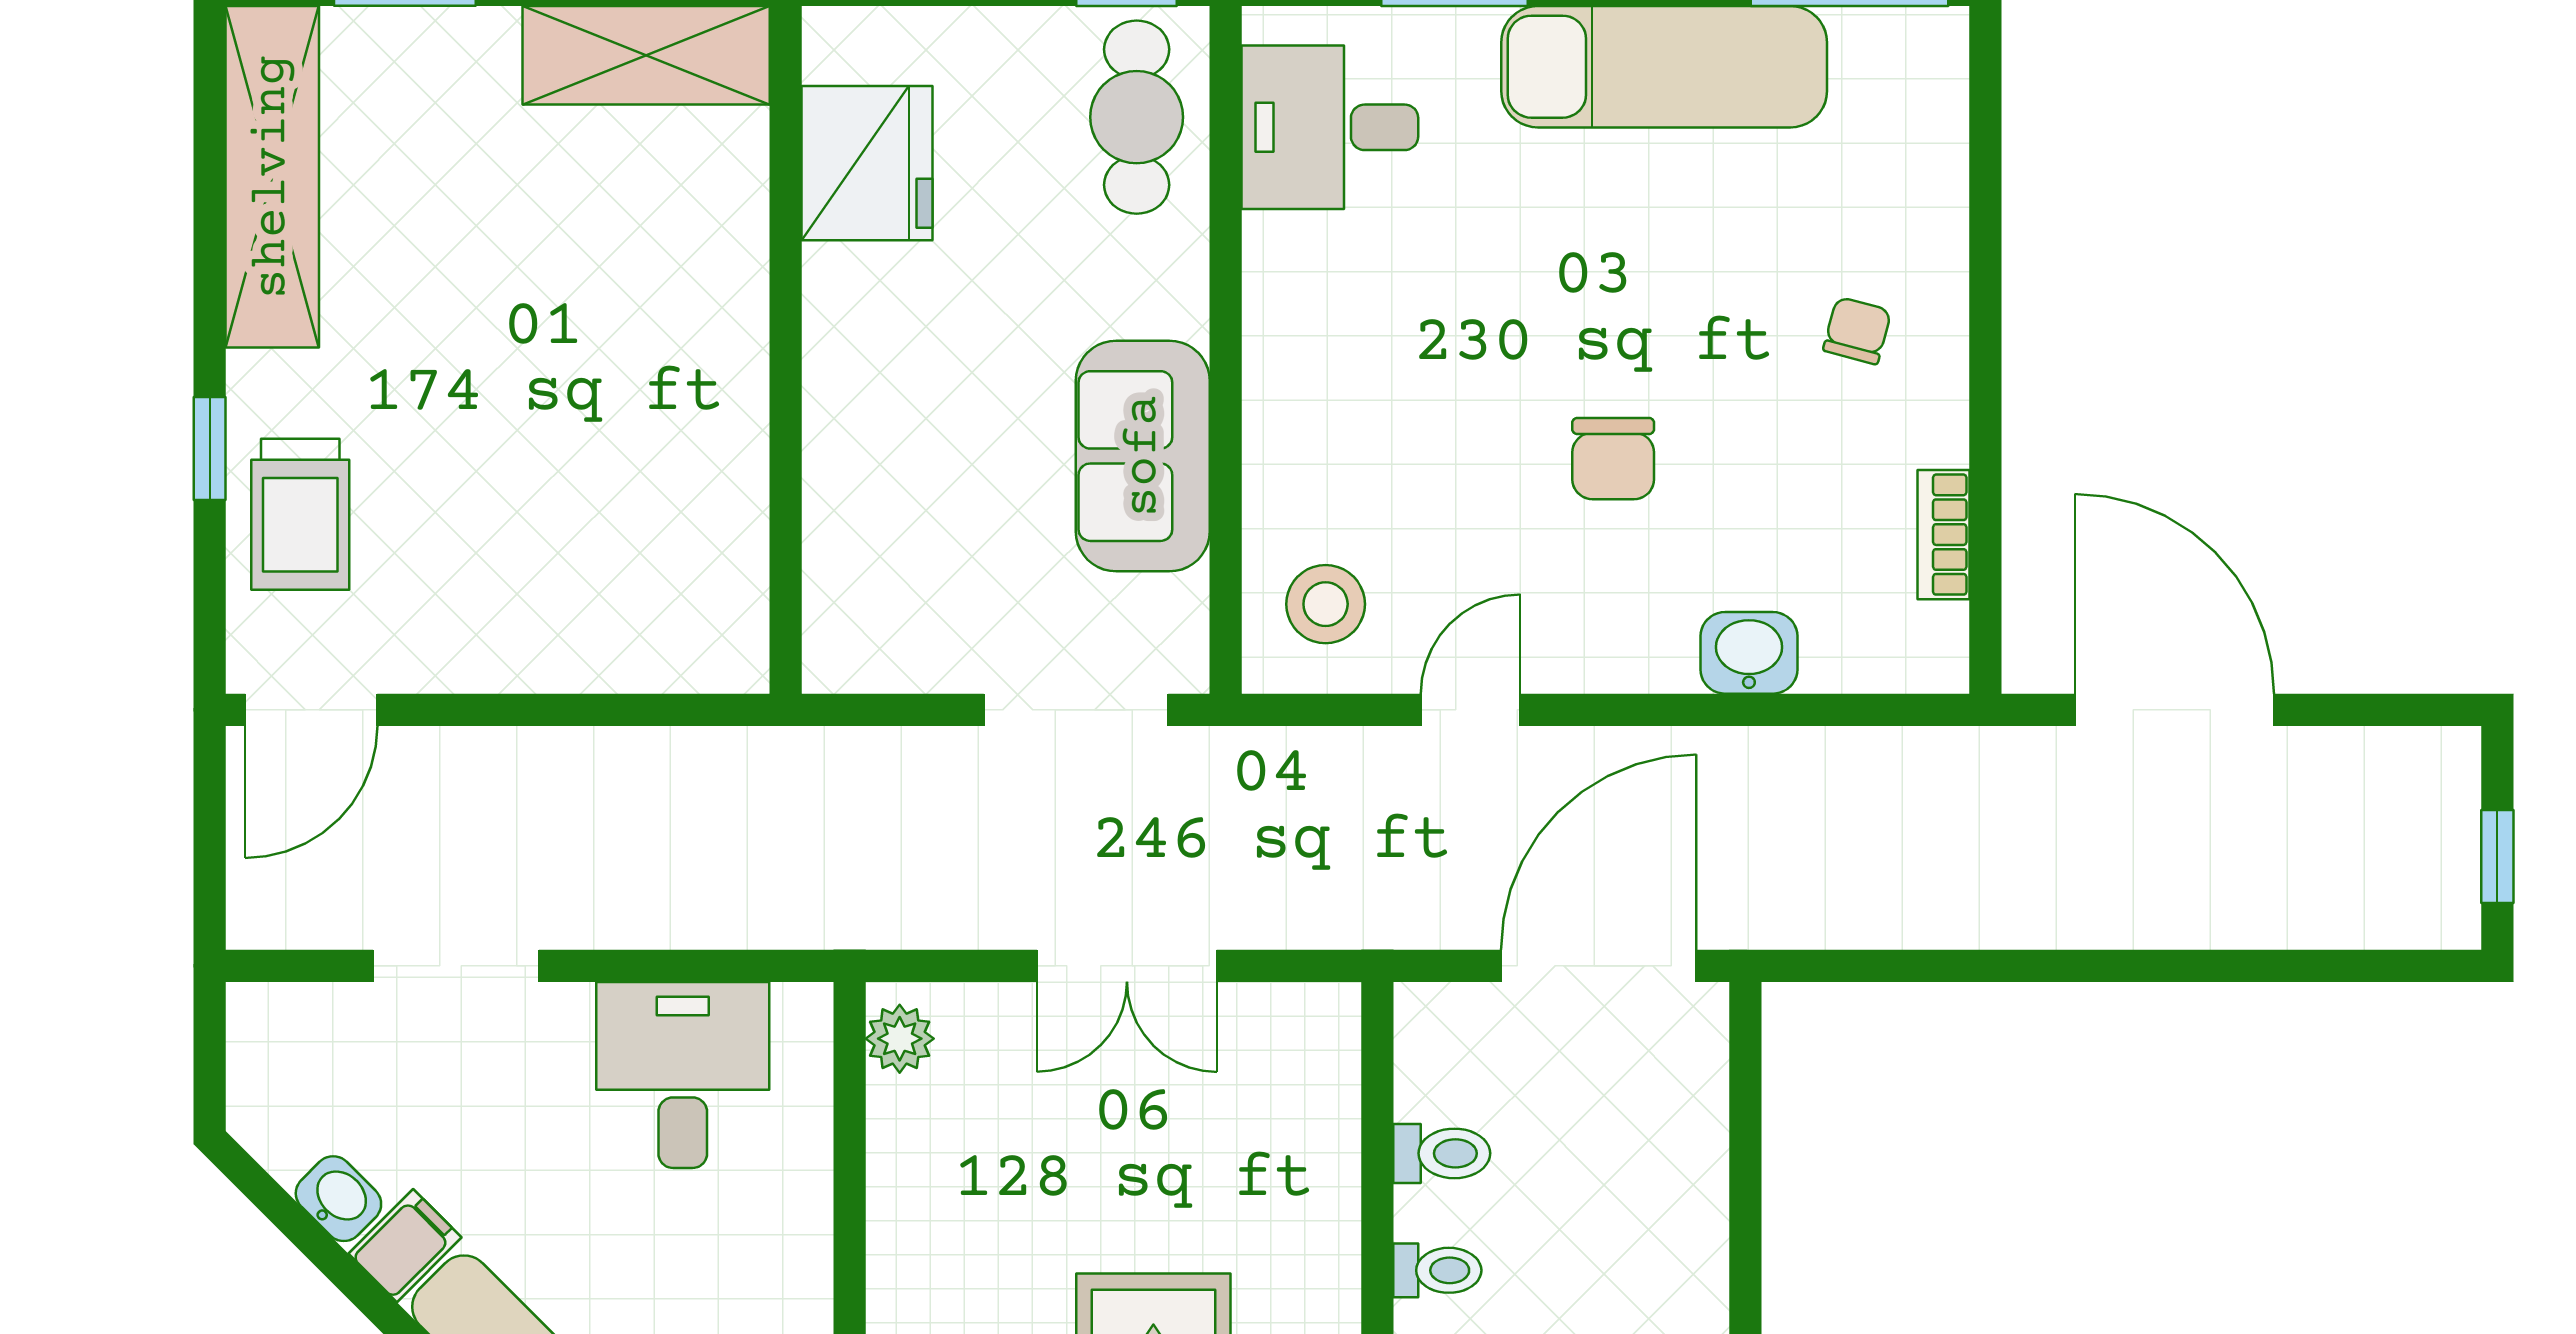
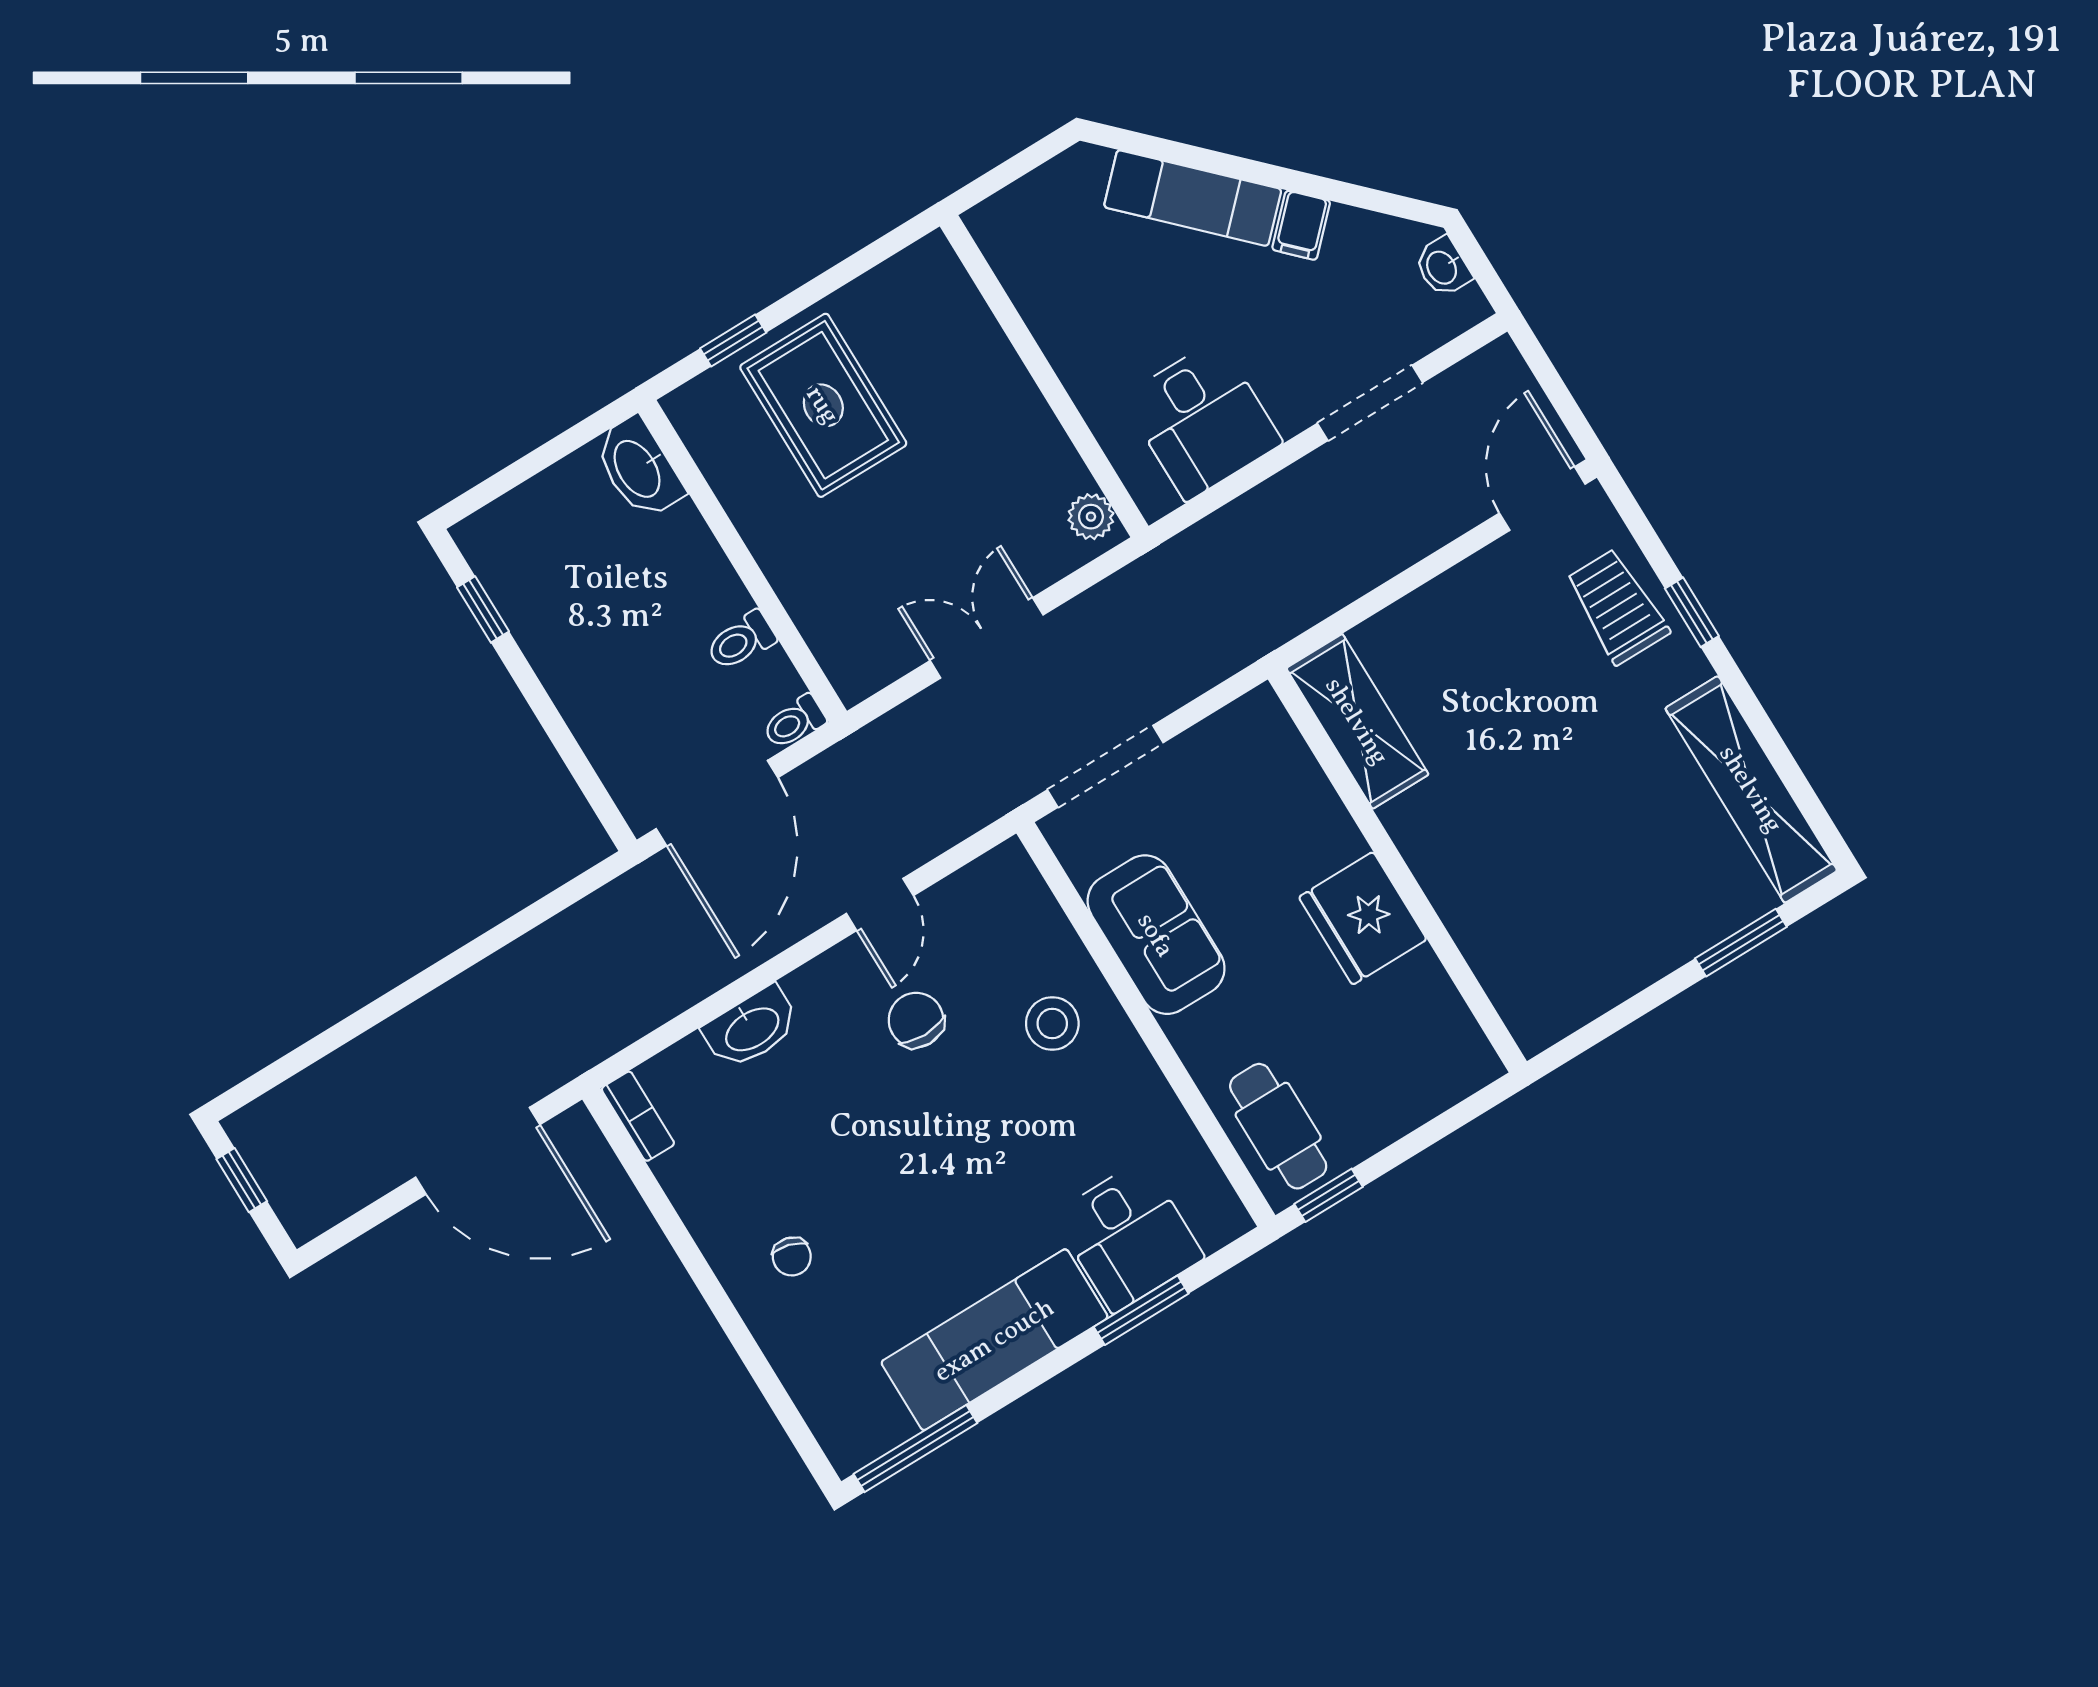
shelving: (646, 55) -> (1357, 721), moved, turned 90
desk: (1330, 127) -> (1128, 1236), moved, turned 90
fridge: (867, 163) -> (1363, 918), moved
chair: (1613, 459) -> (916, 1020), moved
bookcase: (1944, 535) -> (638, 1116), moved
stool: (1326, 604) -> (1052, 1023), moved
washbasin: (1749, 653) -> (751, 1028), width x1.38
washbasin: (338, 1199) -> (1443, 267), moved, turned 45
toilet: (1437, 1270) -> (794, 722), moved

